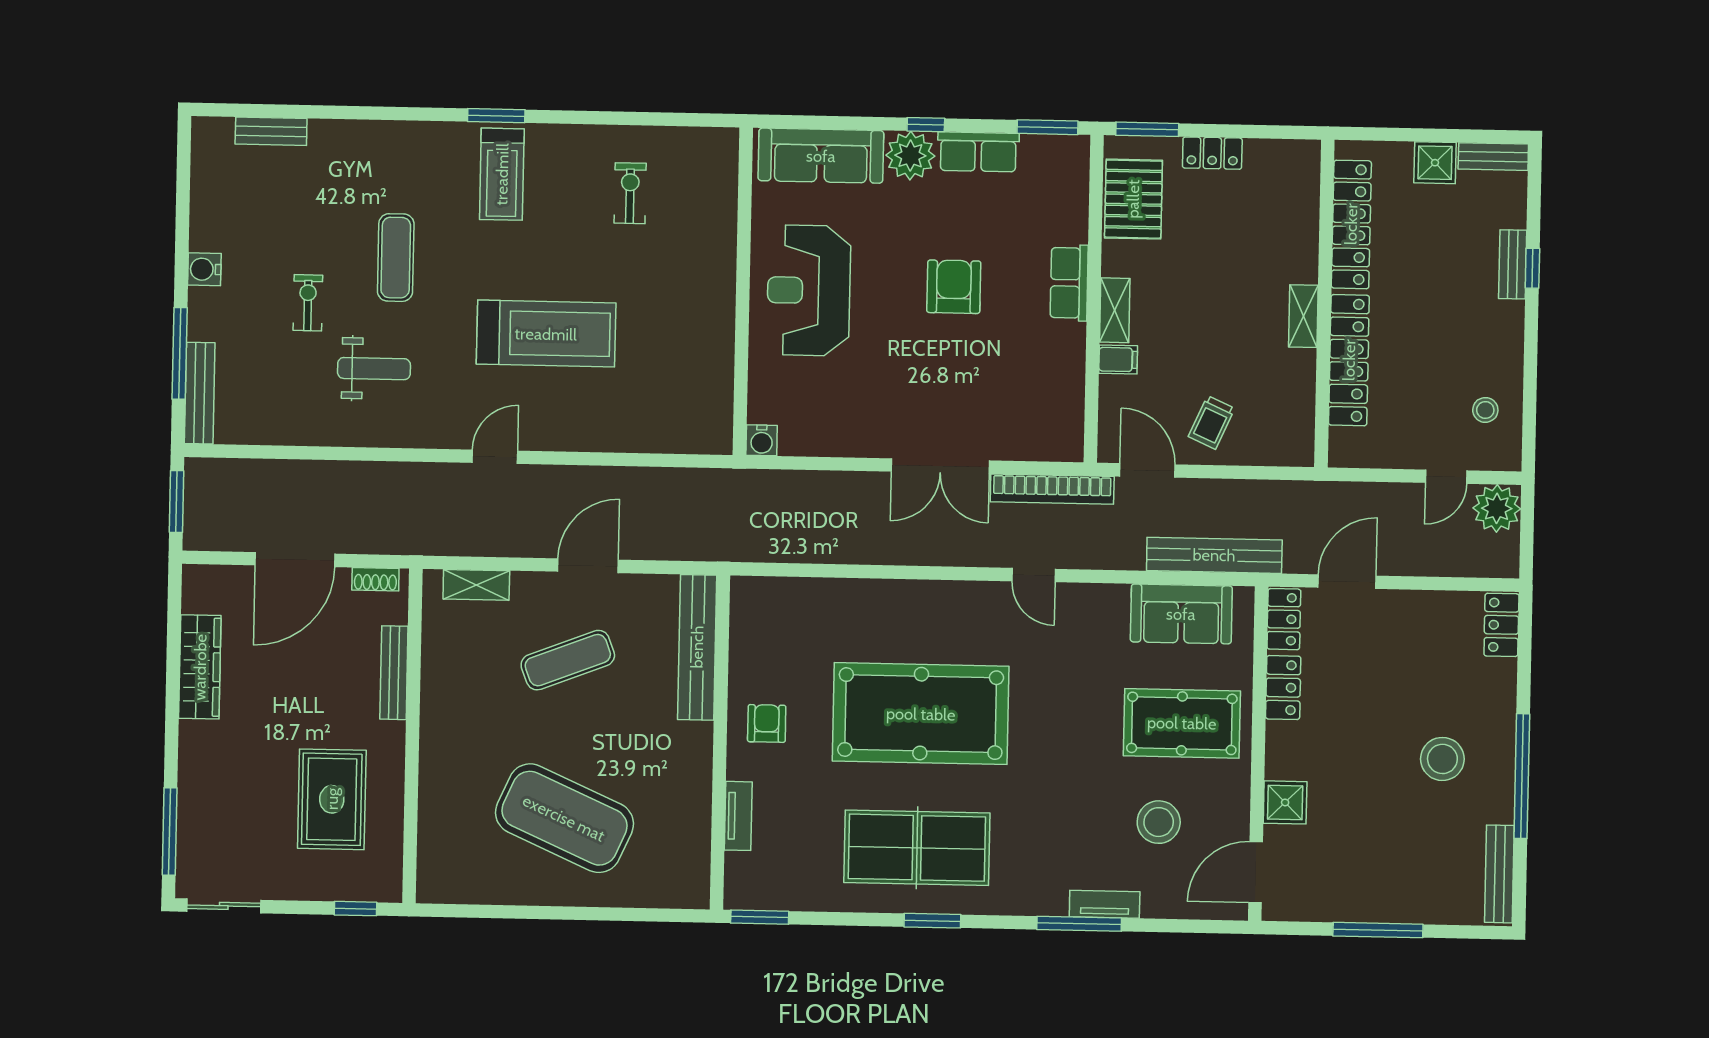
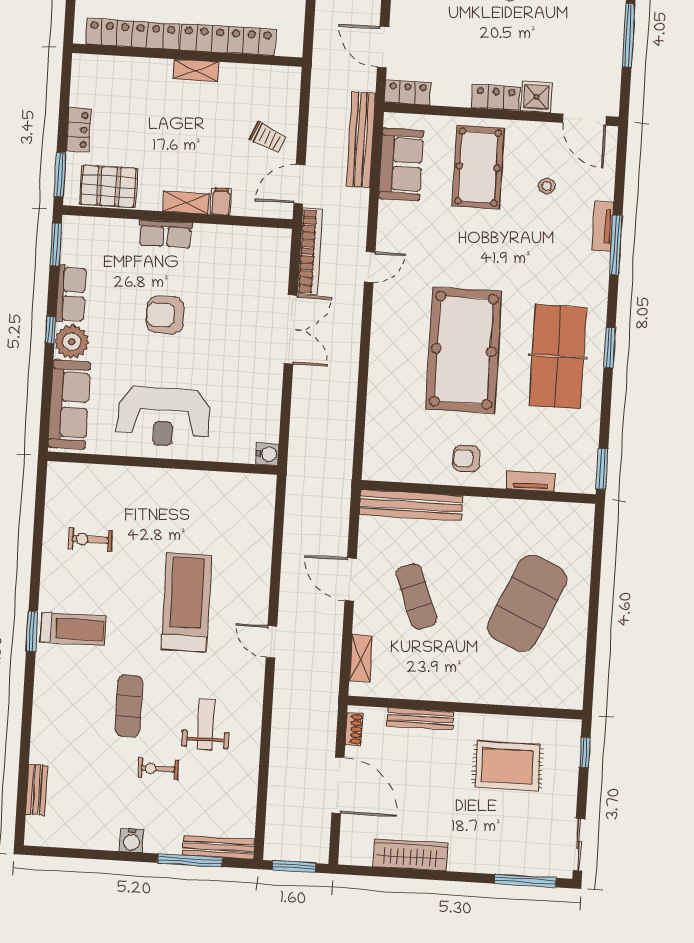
exercise mat: (396, 258) -> (129, 706), turned 90
locker: (1283, 688) -> (496, 97), moved
stool: (1159, 822) -> (547, 186), width x0.53, depth x0.53

